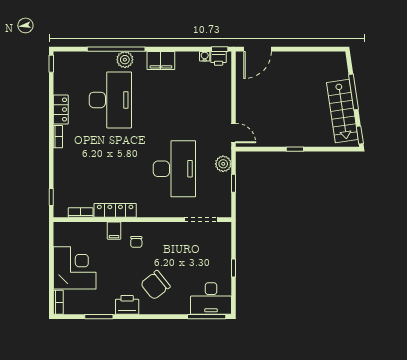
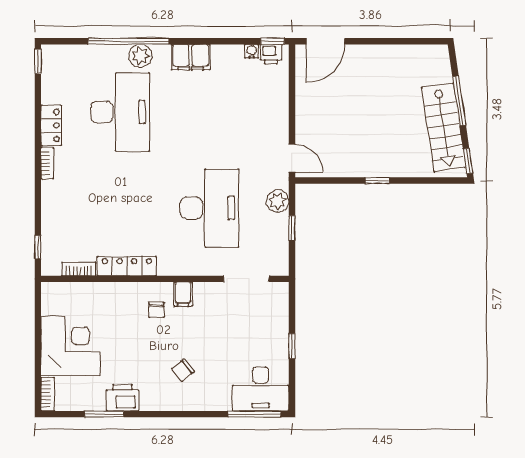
filing cabinet: (114, 231) -> (183, 294), moved
chair: (155, 285) -> (183, 370), width x0.54, depth x0.54
printer: (127, 305) -> (123, 398), moved

